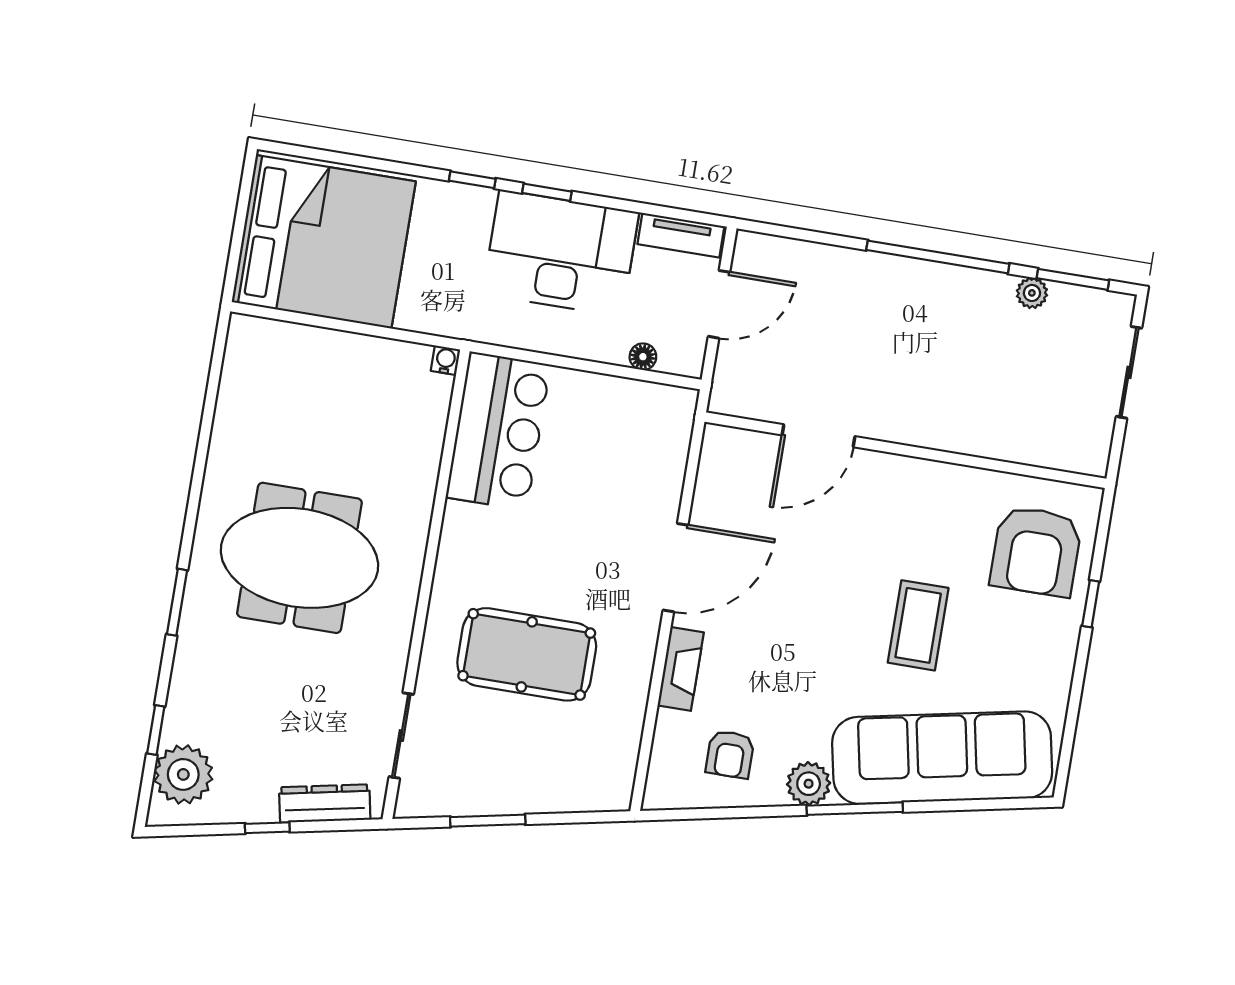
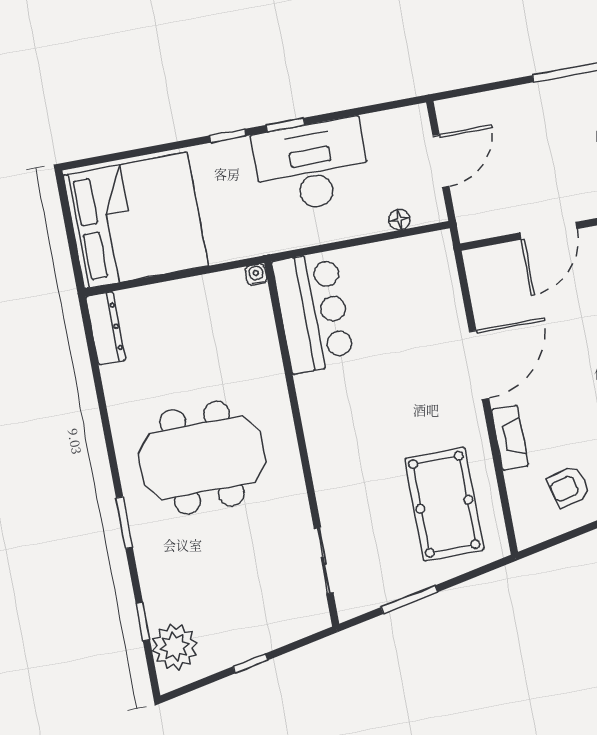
tv unit: (681, 235) -> (395, 121), removed
pool table: (527, 654) -> (444, 504), moved, turned 90
armchair: (730, 754) -> (569, 487), turned 75
dresser: (325, 803) -> (106, 328), moved, turned 101

